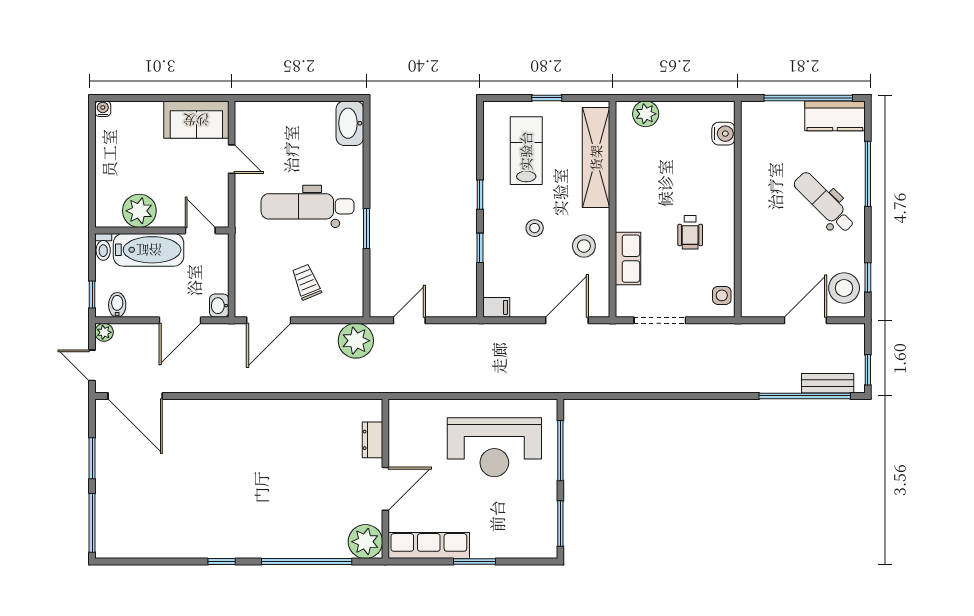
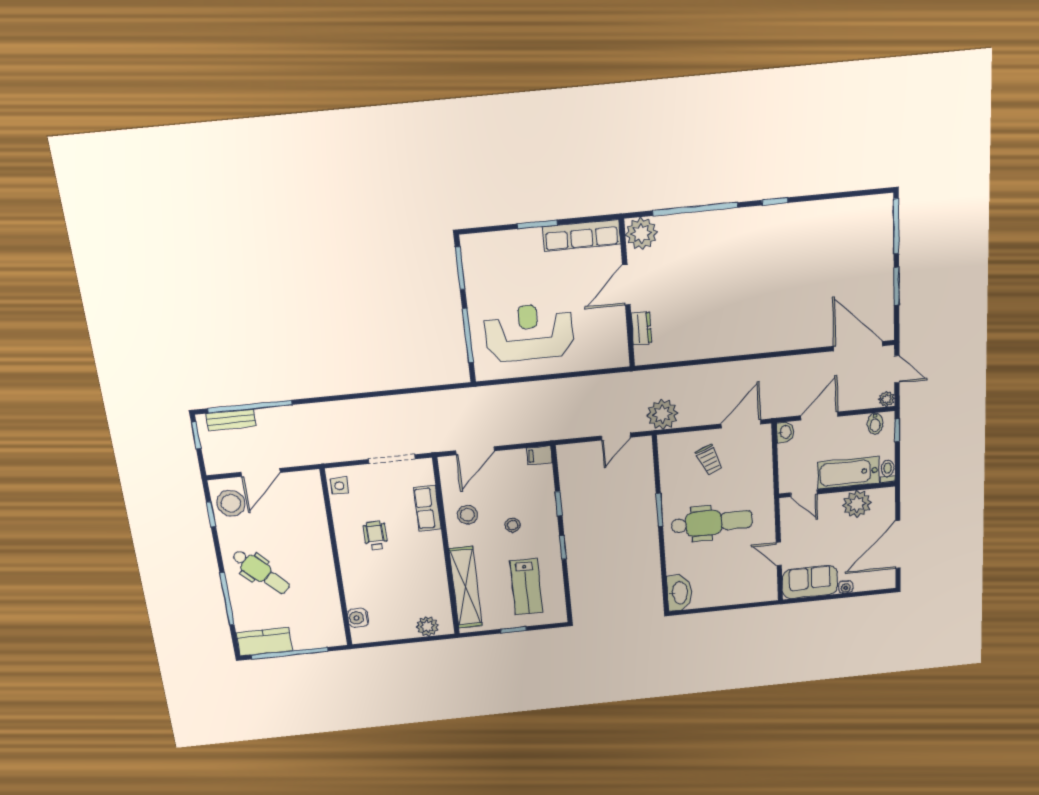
water cooler: (103, 109) -> (846, 587), moved
door: (92, 155) -> (898, 545), added

